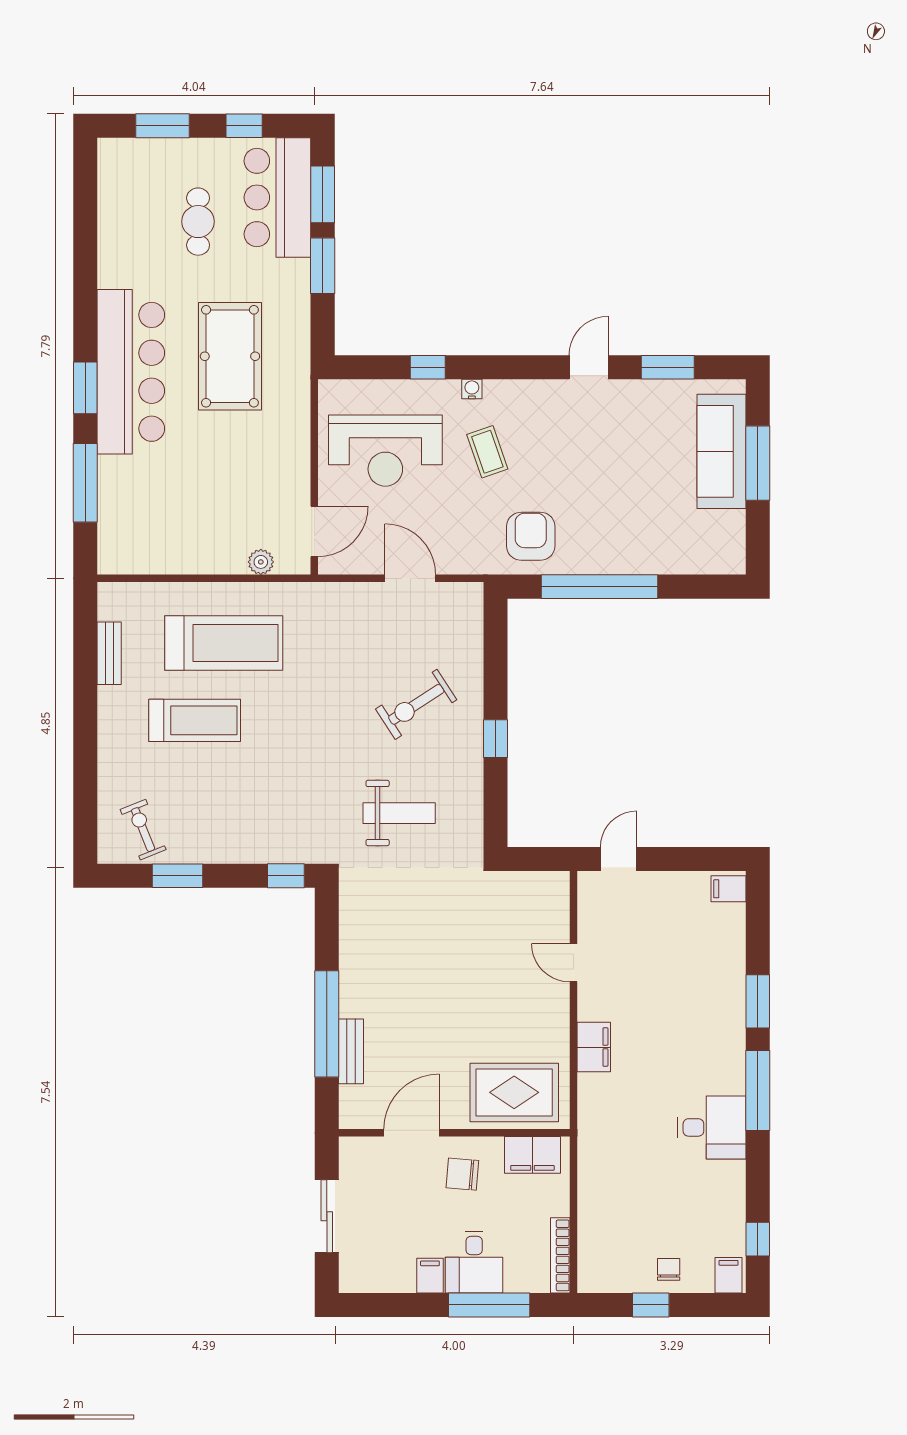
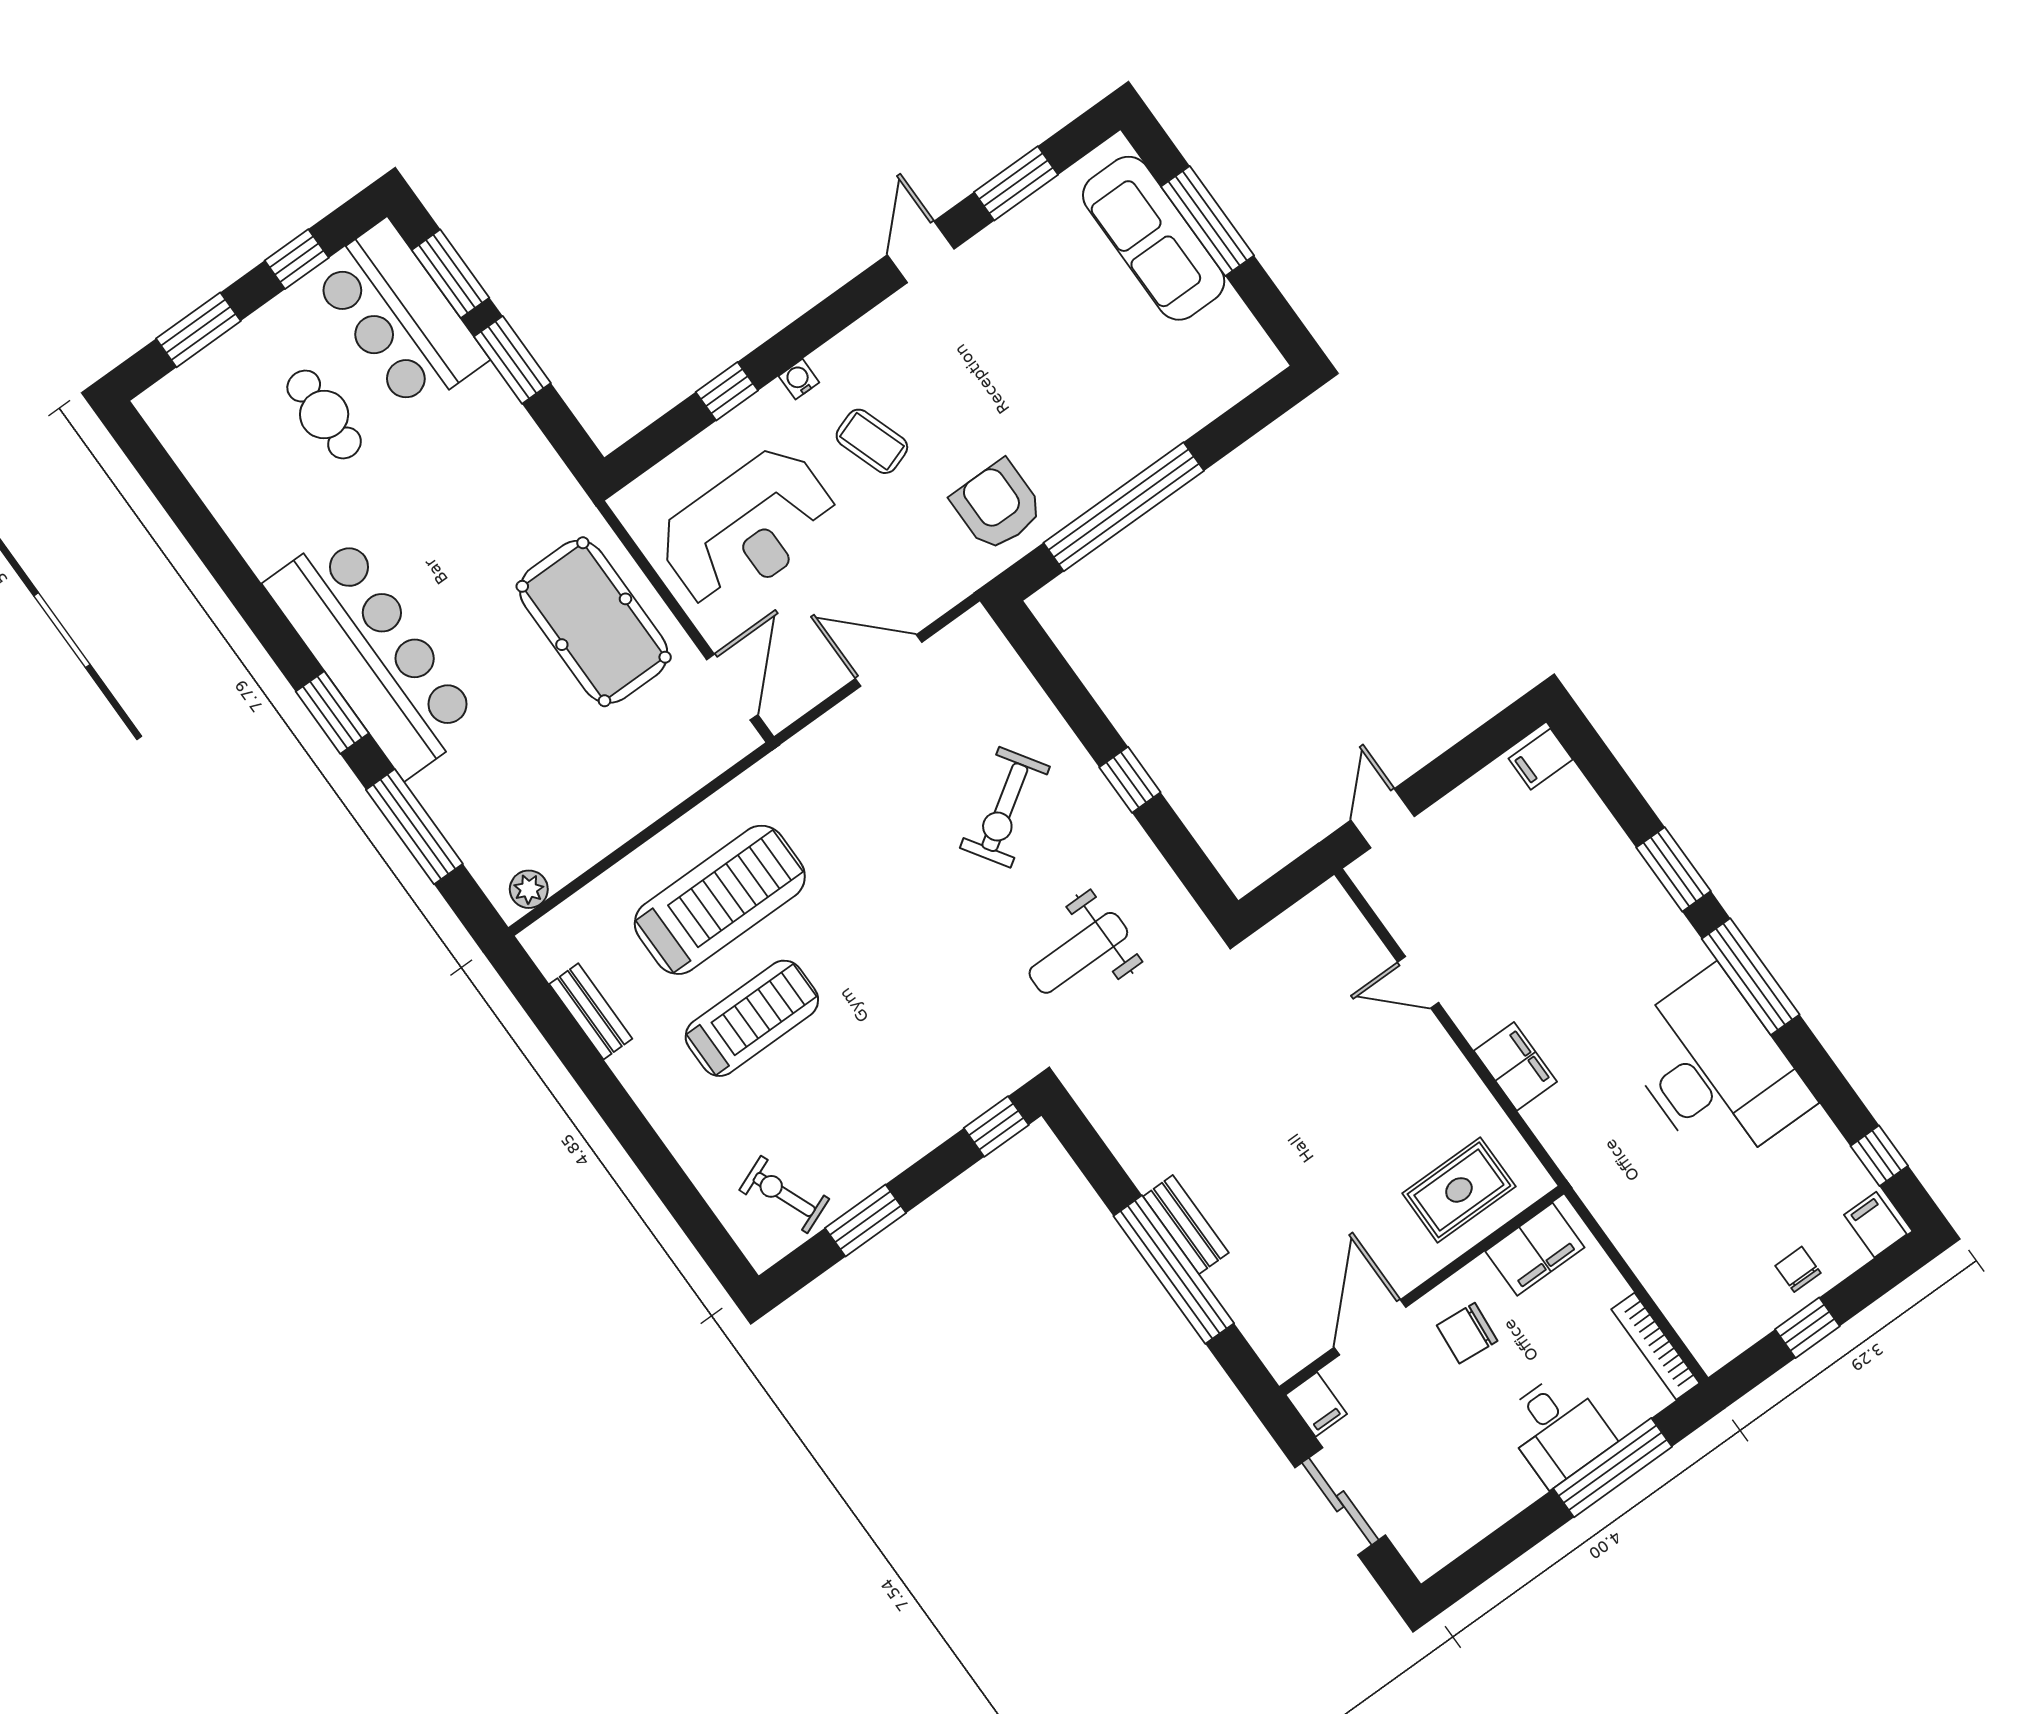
pool table: (230, 356) -> (594, 622), moved
plant: (261, 562) -> (529, 889), moved
weight bench: (399, 813) -> (1078, 953), turned 180
bench: (351, 1051) -> (1186, 1225), moved
rug: (514, 1092) -> (1459, 1190), width x0.73, depth x0.70
desk: (712, 1127) -> (1715, 1070), width x1.87, depth x1.30
filing cabinet: (430, 1276) -> (1316, 1404), moved, turned 180

